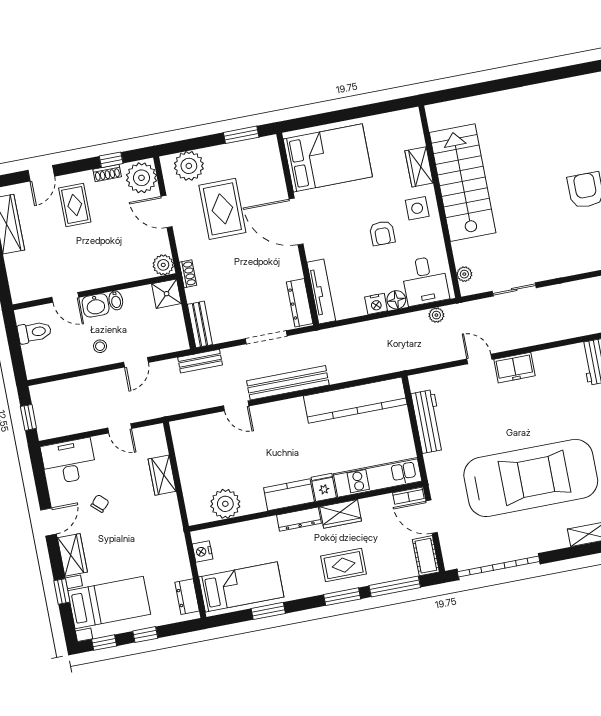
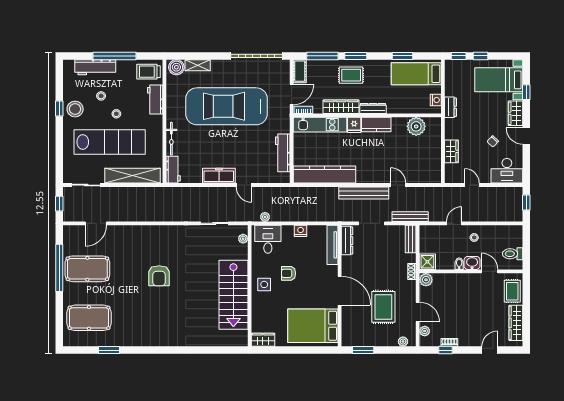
plant: (189, 166) -> (403, 342), width x0.53, depth x0.53
wardrobe: (419, 167) -> (263, 340), moved, turned -90
plant: (141, 178) -> (425, 331), width x0.53, depth x0.53
rug: (75, 205) -> (512, 291), moved
armchair: (382, 233) -> (288, 273), turned -90
floor lamp: (396, 300) -> (288, 231), removed
bench: (200, 361) -> (410, 217), width x1.36
freezer: (514, 368) -> (219, 176), width x1.40
wardrobe: (341, 514) -> (341, 107), width x1.50
door: (432, 517) -> (292, 94), hinge flipped
door: (49, 522) -> (526, 136), hinge flipped
dresser: (187, 597) -> (450, 107), moved
window: (104, 643) -> (459, 56), moved

